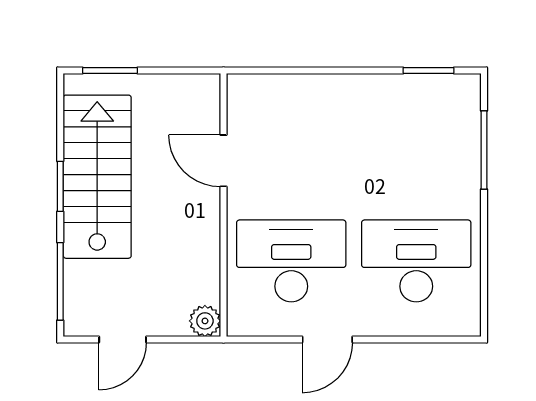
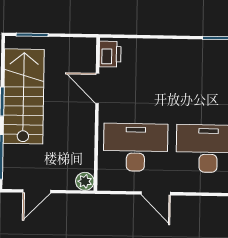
printer: (245, 101) -> (110, 54), added
door: (327, 339) -> (156, 193), hinge flipped

